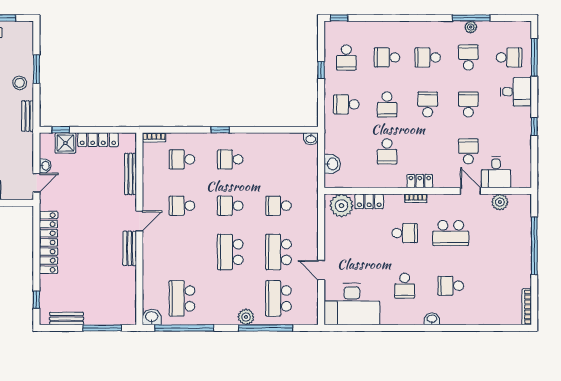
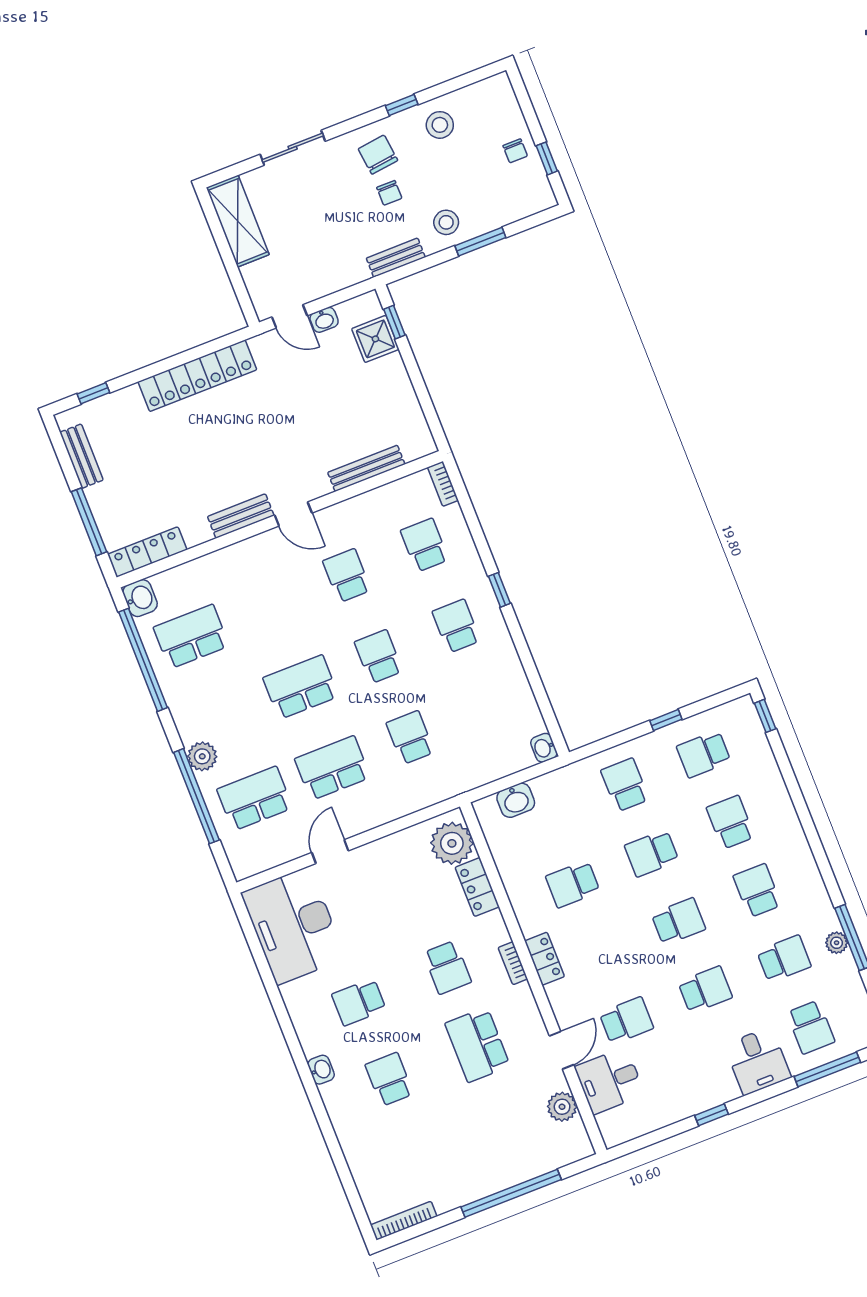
locker: (98, 140) -> (147, 552), moved, turned 90

